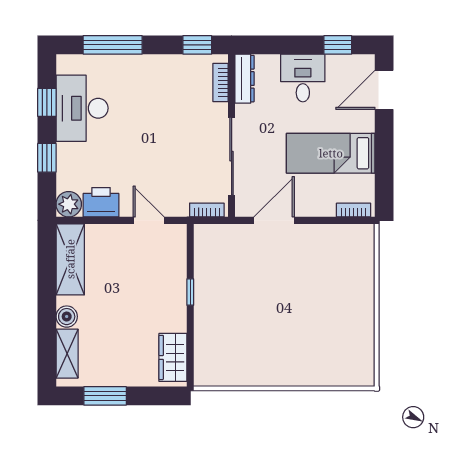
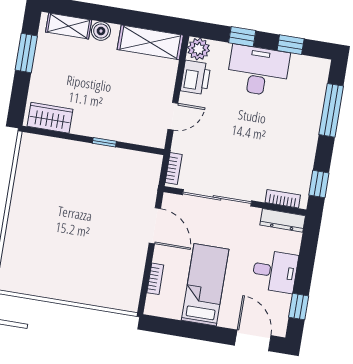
desk: (82, 108) -> (258, 71), moved
bookcase: (354, 210) -> (155, 279), moved

